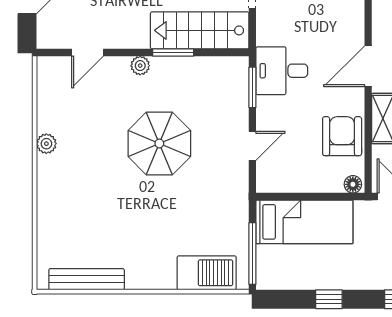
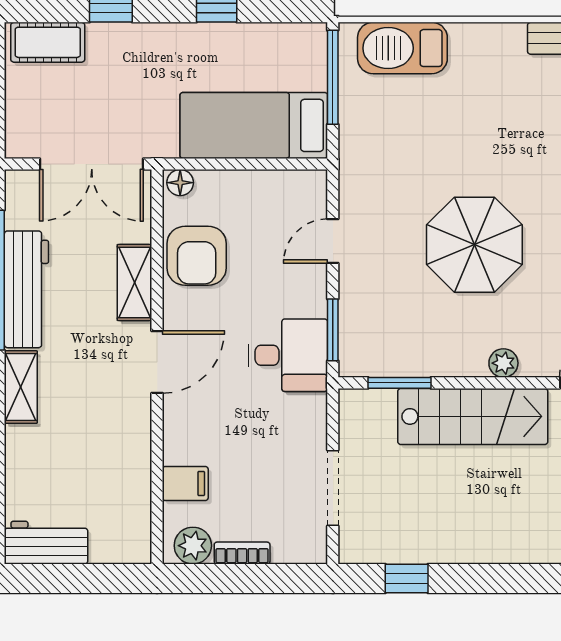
stairs: (200, 30) -> (473, 416), moved
window: (173, 53) -> (400, 383), moved

